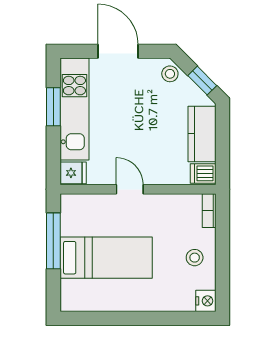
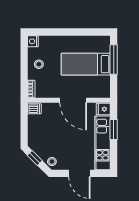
window: (53, 107) -> (114, 130), moved
kitchen counter: (202, 134) -> (35, 130), removed
door: (130, 189) -> (73, 100), width x1.87
window: (53, 241) -> (114, 59), moved

